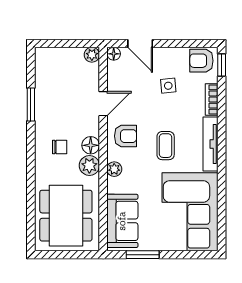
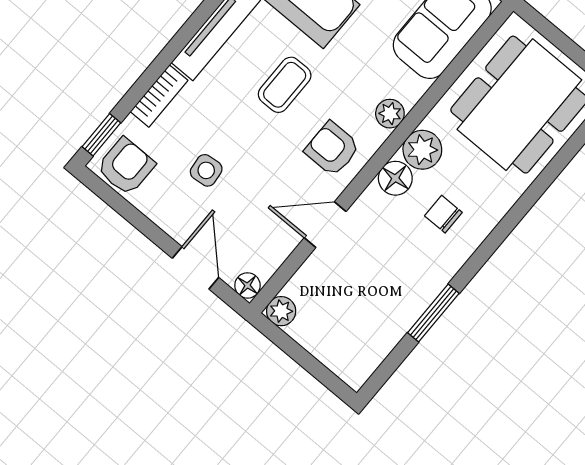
armchair: (201, 61) -> (126, 166), turned -90

